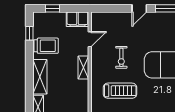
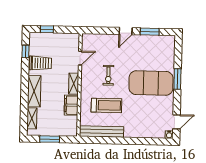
filing cabinet: (77, 19) -> (71, 105), moved, turned 90

